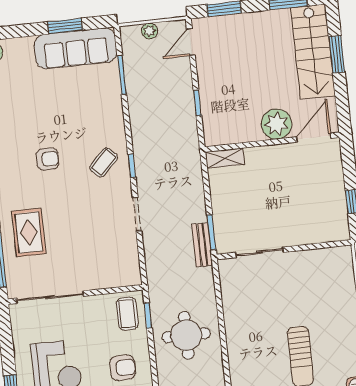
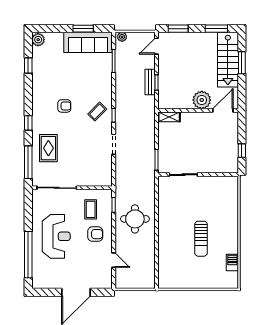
plant: (150, 31) -> (122, 37), moved
bench: (202, 245) -> (150, 82), moved
coffee table: (127, 314) -> (91, 209), moved

